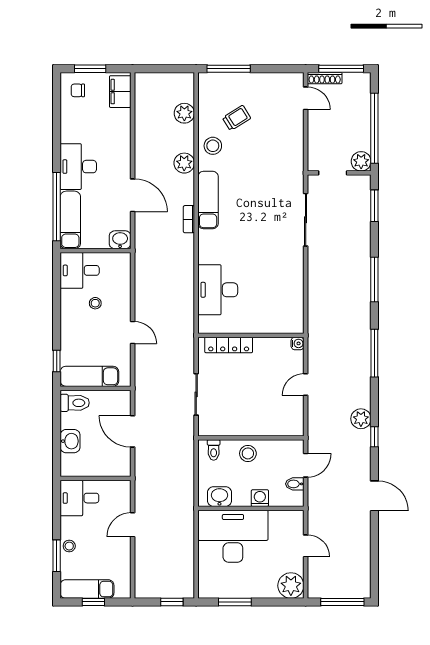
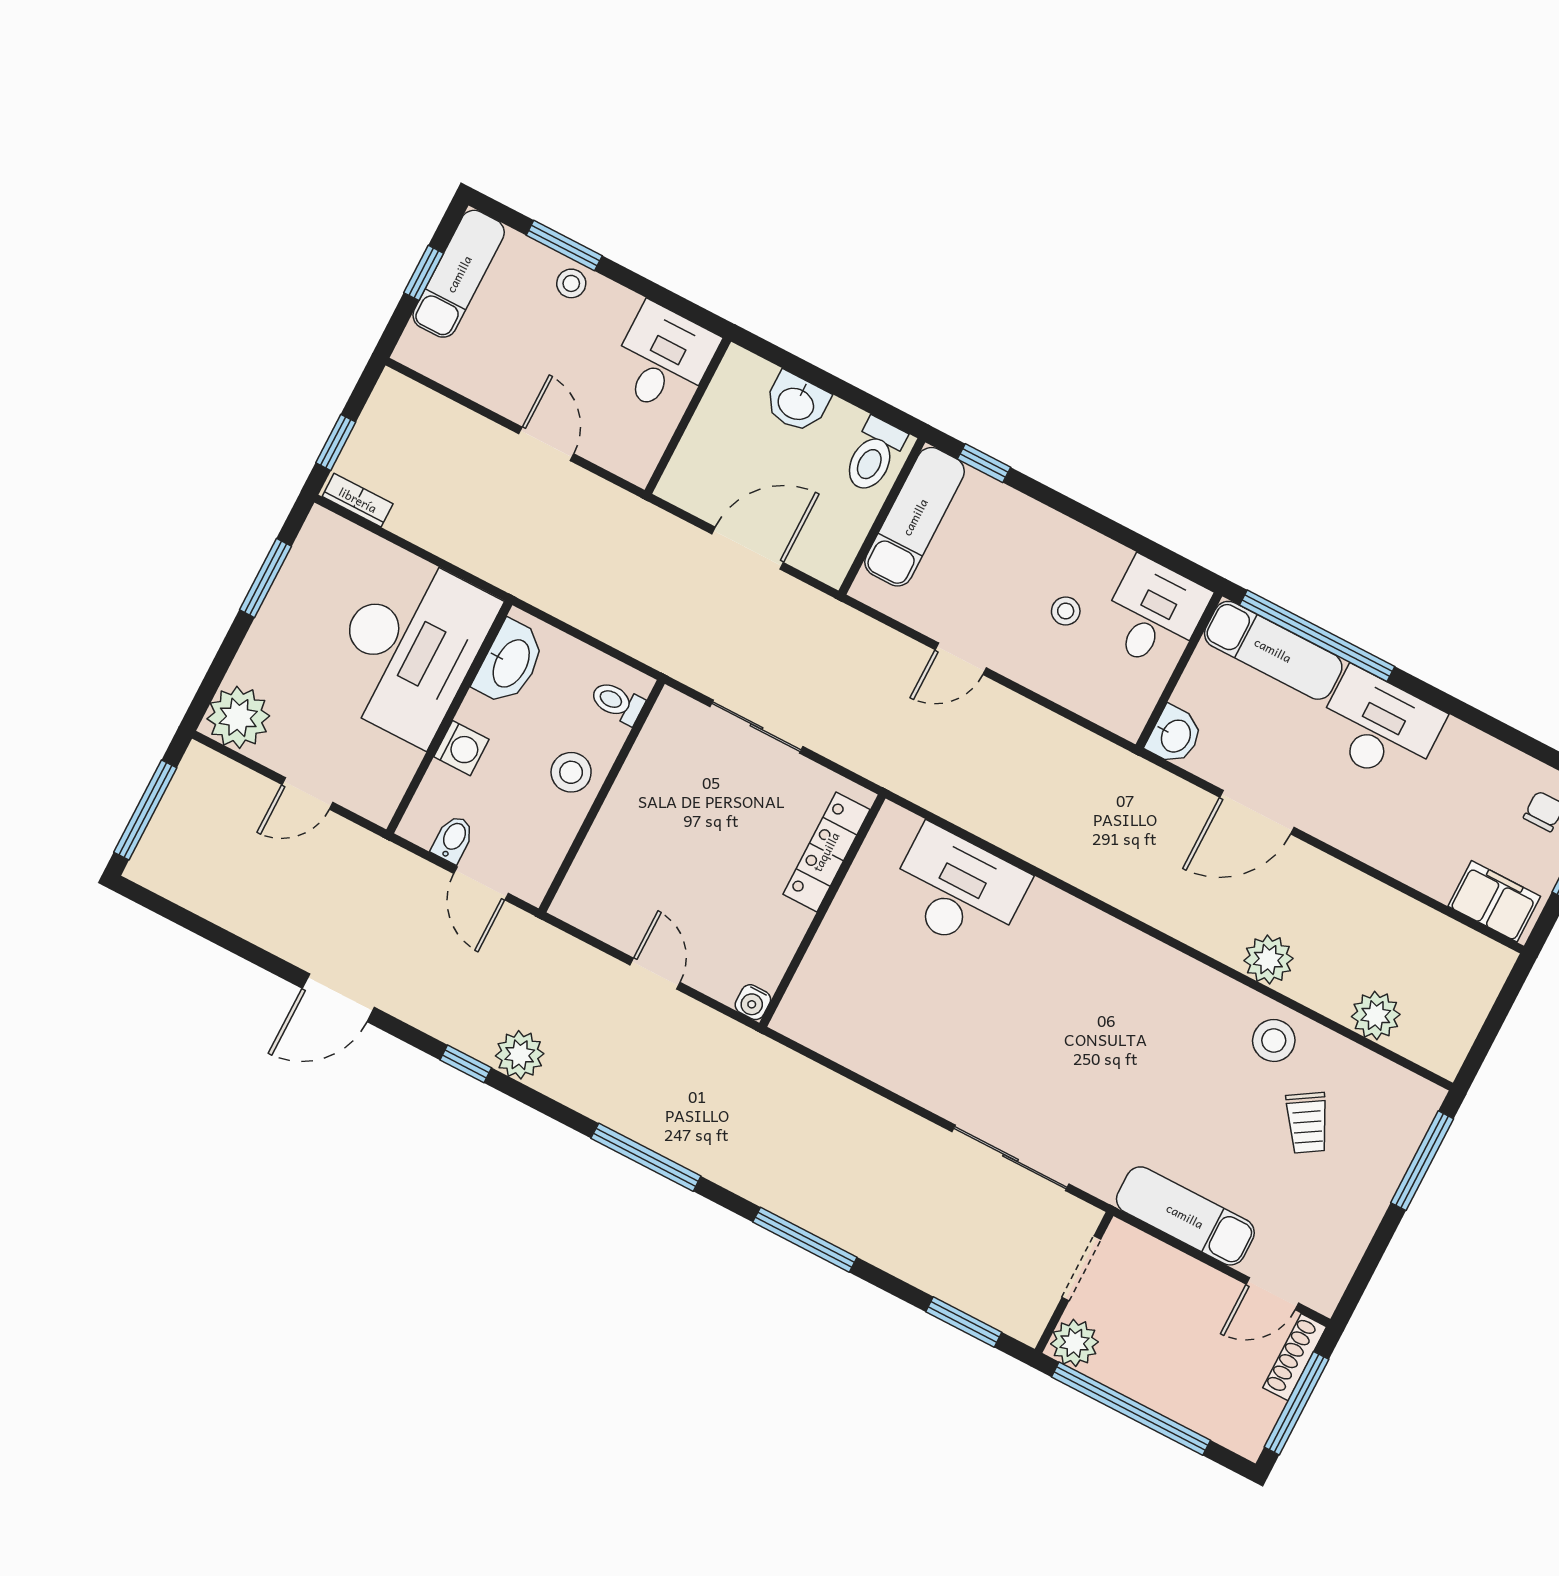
exam couch: (208, 200) -> (1185, 1216), moved, turned 180
bookcase: (189, 219) -> (358, 500), moved
washbasin: (219, 497) -> (510, 663), width x1.38

